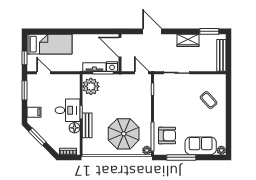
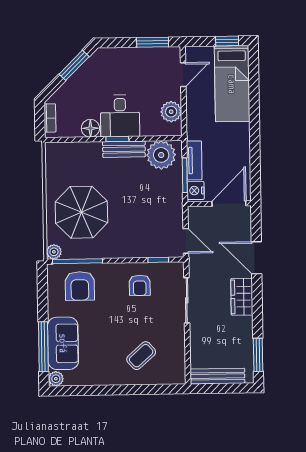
door: (152, 31) -> (257, 258), swing flipped
wardrobe: (188, 40) -> (242, 297), moved
window: (24, 58) -> (227, 41), moved
door: (142, 73) -> (186, 241), hinge flipped
plant: (65, 80) -> (171, 112), added
armchair: (167, 100) -> (140, 285), added
filing cabinet: (34, 112) -> (116, 59), removed
bench: (87, 125) -> (124, 149), moved
window: (181, 157) -> (43, 347), moved

